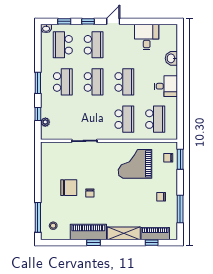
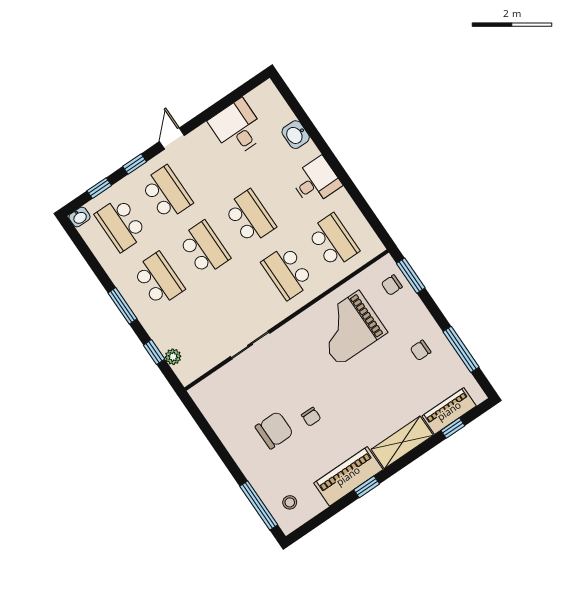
school desk: (124, 119) -> (287, 272), turned 180

